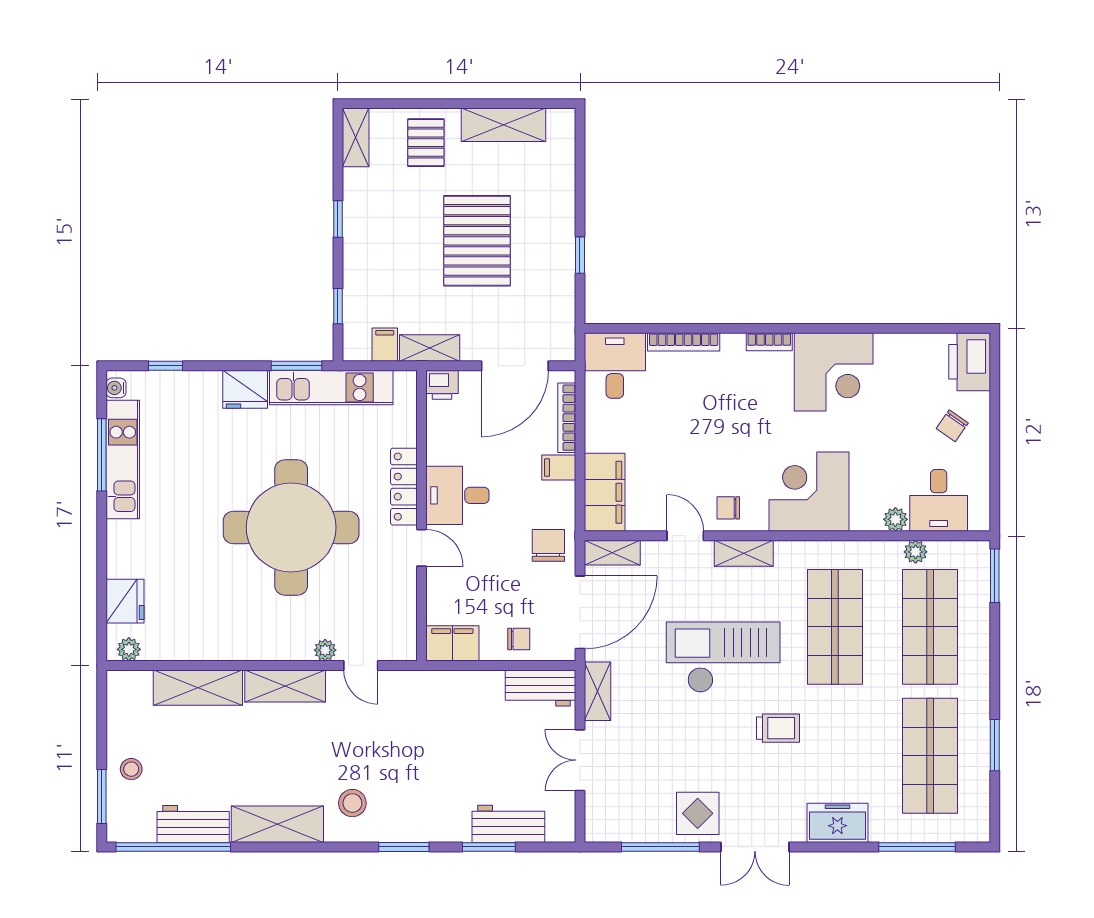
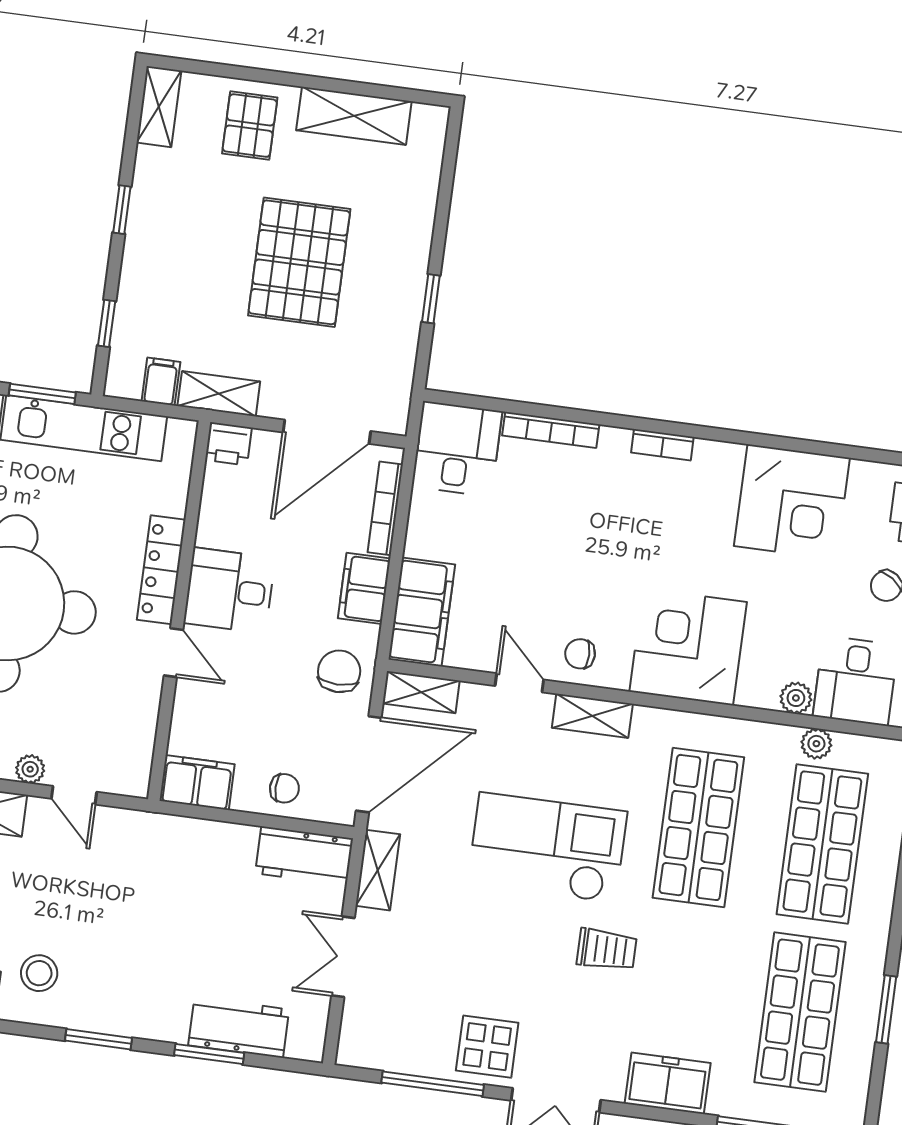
corner desk: (834, 372) -> (792, 502), moved
filing cabinet: (559, 468) -> (364, 588), width x2.00

